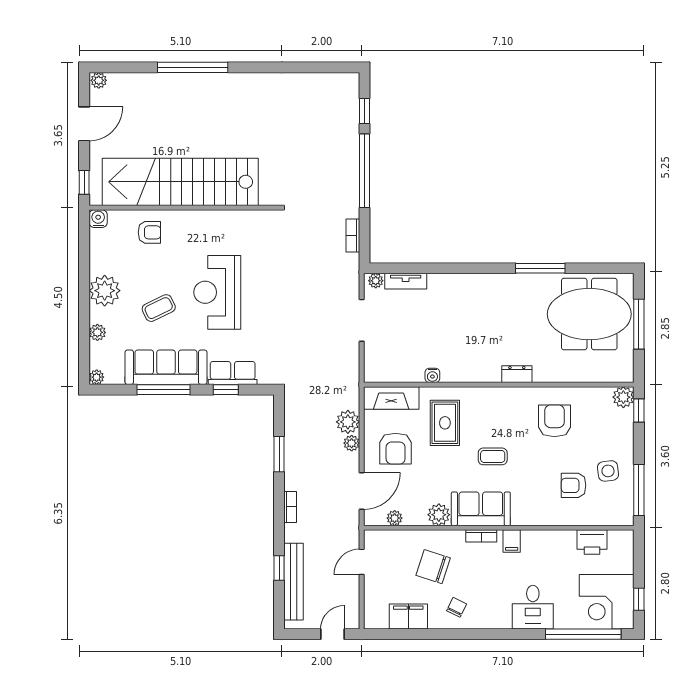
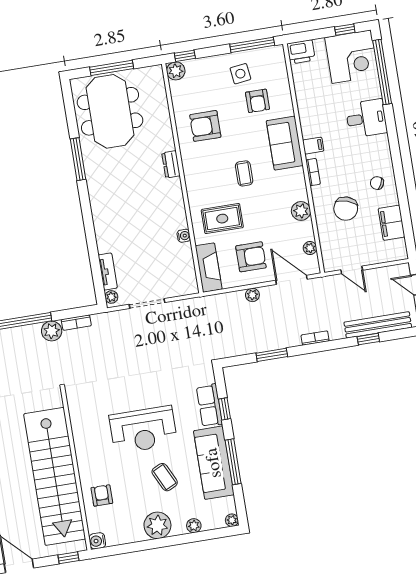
plant: (348, 422) -> (52, 331), moved
sofa: (481, 509) -> (285, 143), moved
printer: (592, 542) -> (301, 52), moved, turned 90

